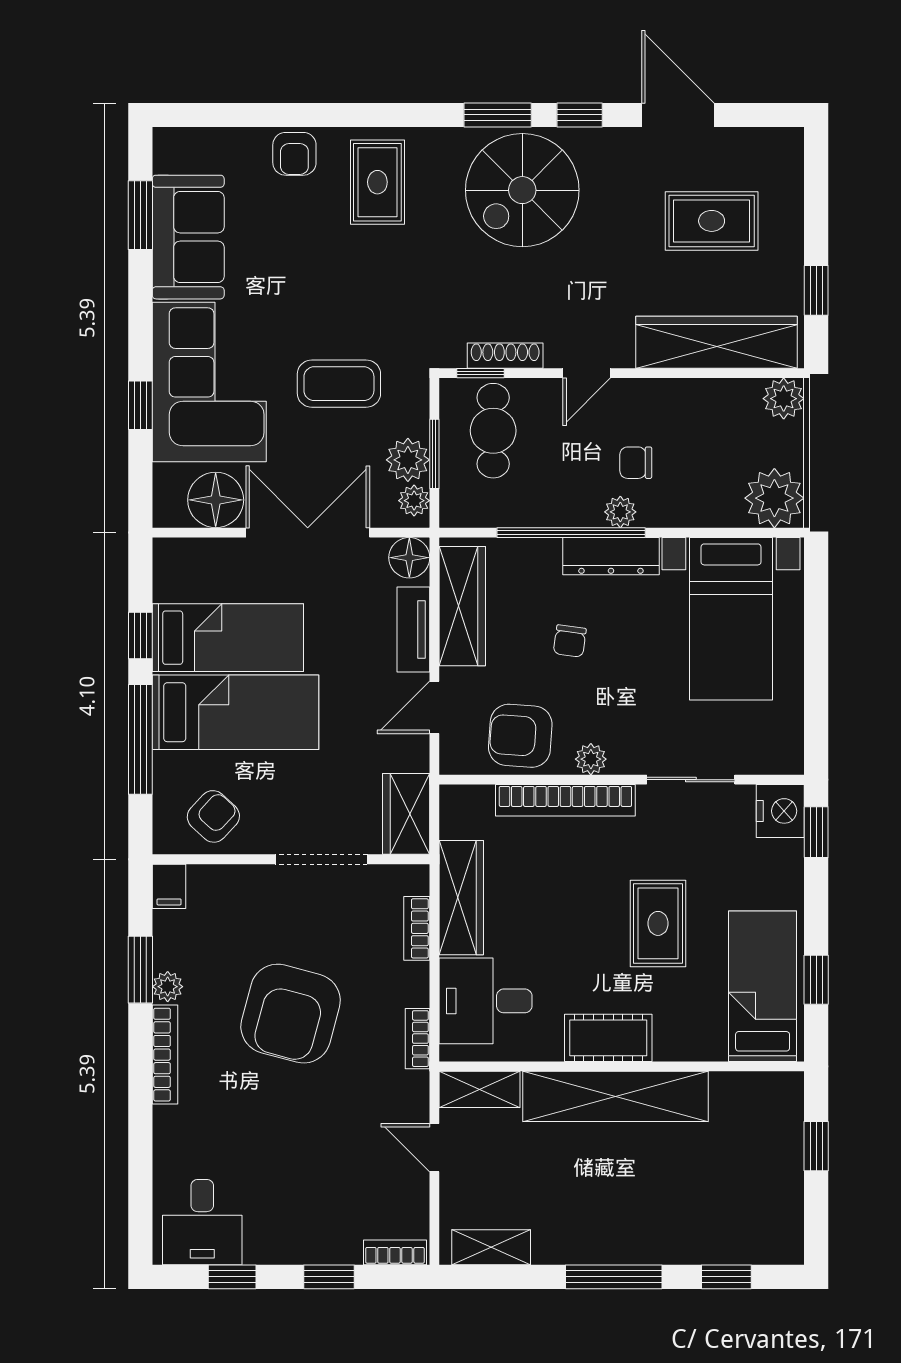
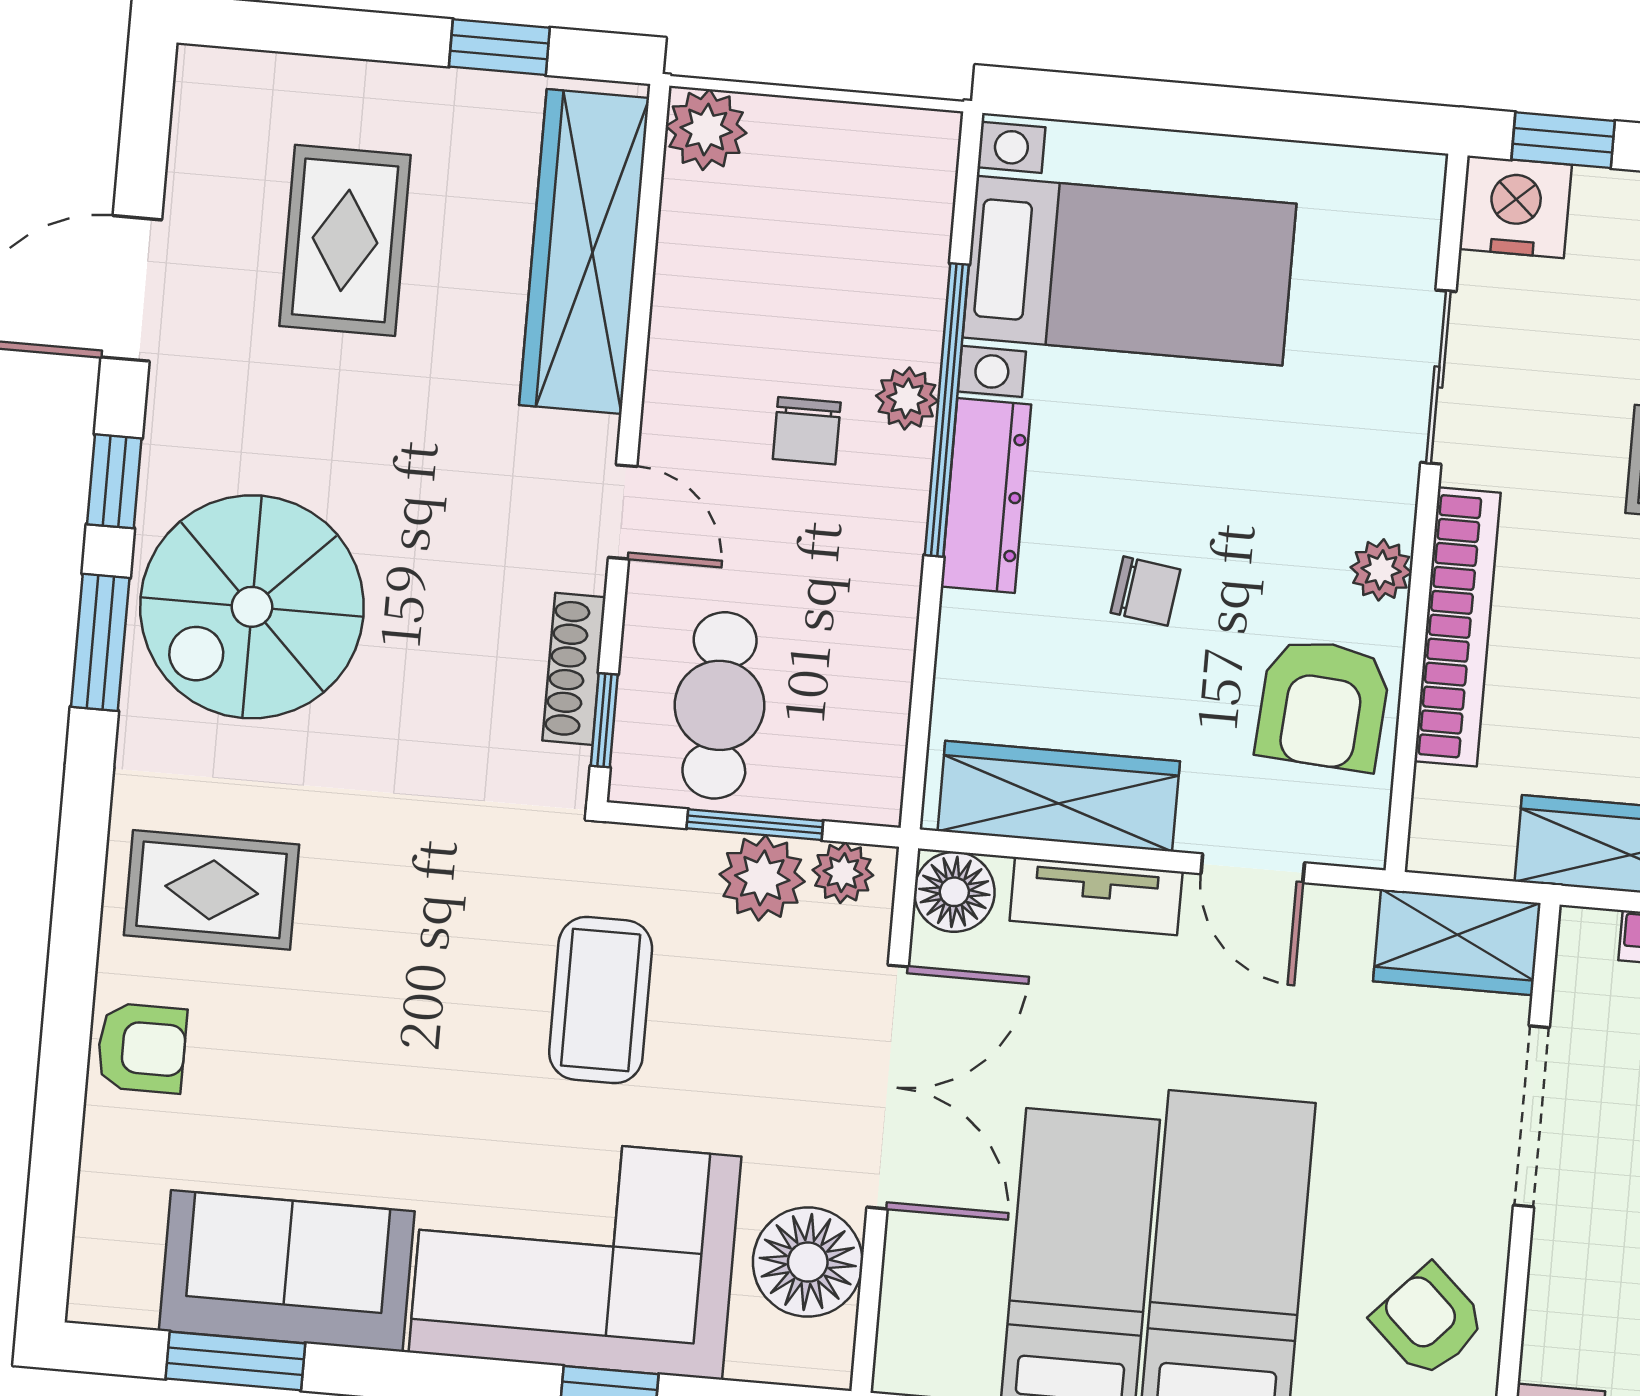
spiral stairs: (522, 190) -> (252, 607), turned 90
cafe table: (493, 431) -> (719, 705), turned 90
plant: (774, 498) -> (900, 165), removed
plant: (620, 512) -> (907, 398), moved
double door: (308, 533) -> (888, 1087), swing flipped
window: (571, 533) -> (947, 410), moved

